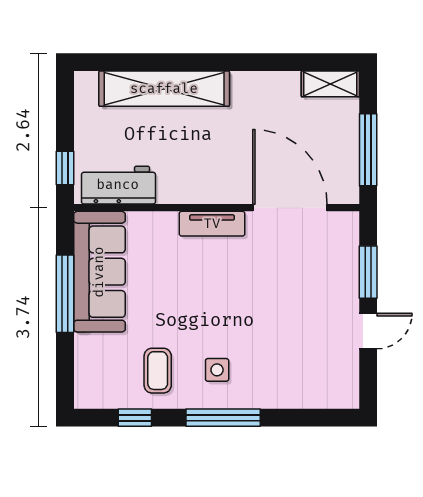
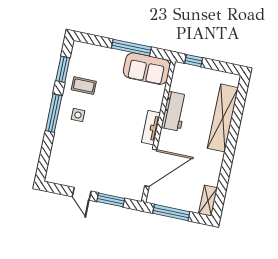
workbench: (118, 185) -> (174, 111), moved
sofa: (99, 272) -> (147, 69), width x0.73
window: (135, 418) -> (63, 69), width x1.50

